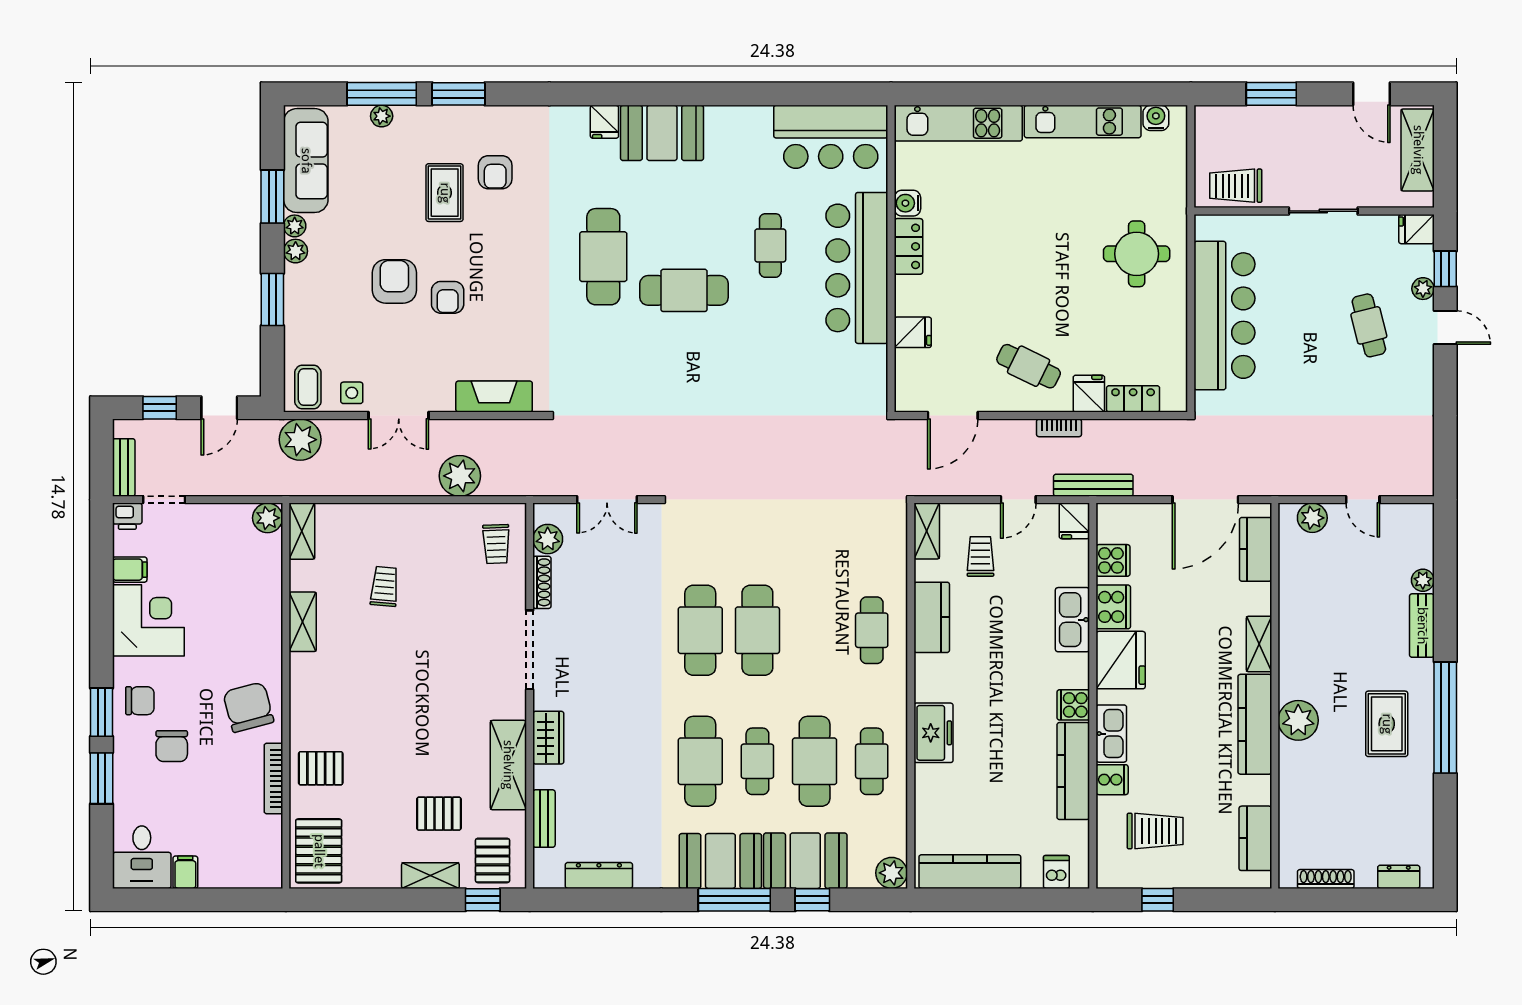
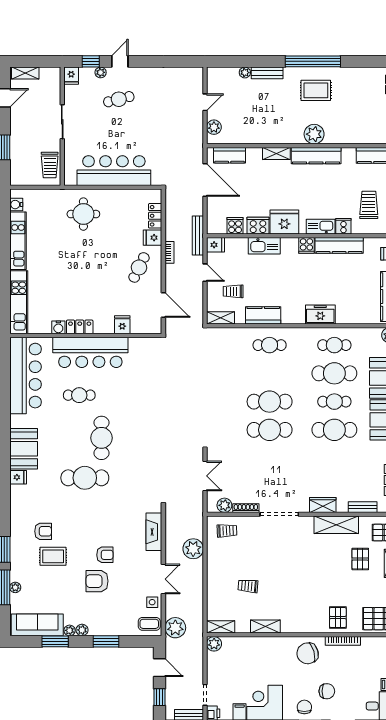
bar counter: (831, 137) -> (26, 376), width x1.36
shelving: (1418, 150) -> (25, 73), width x0.67, depth x0.75

